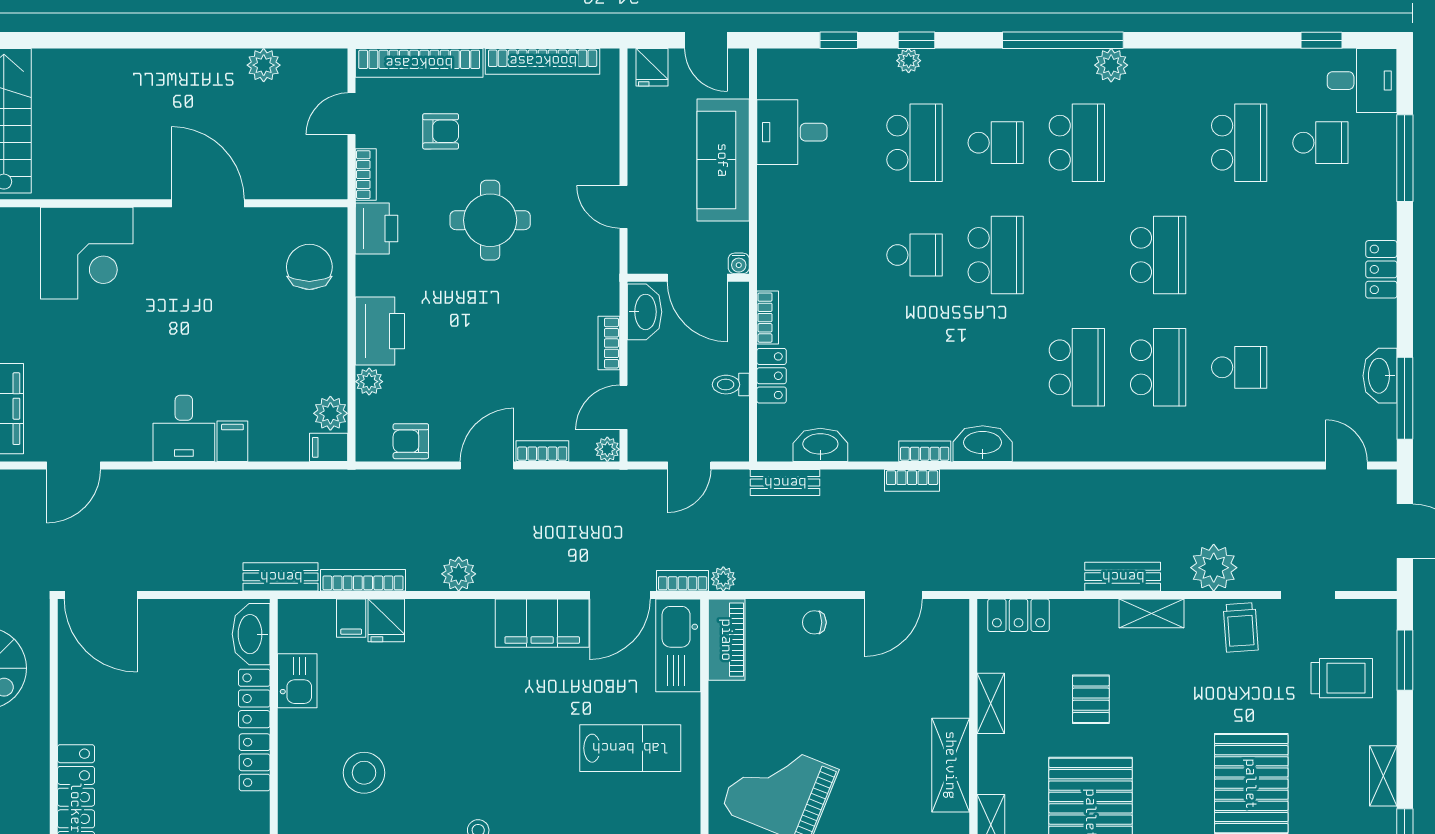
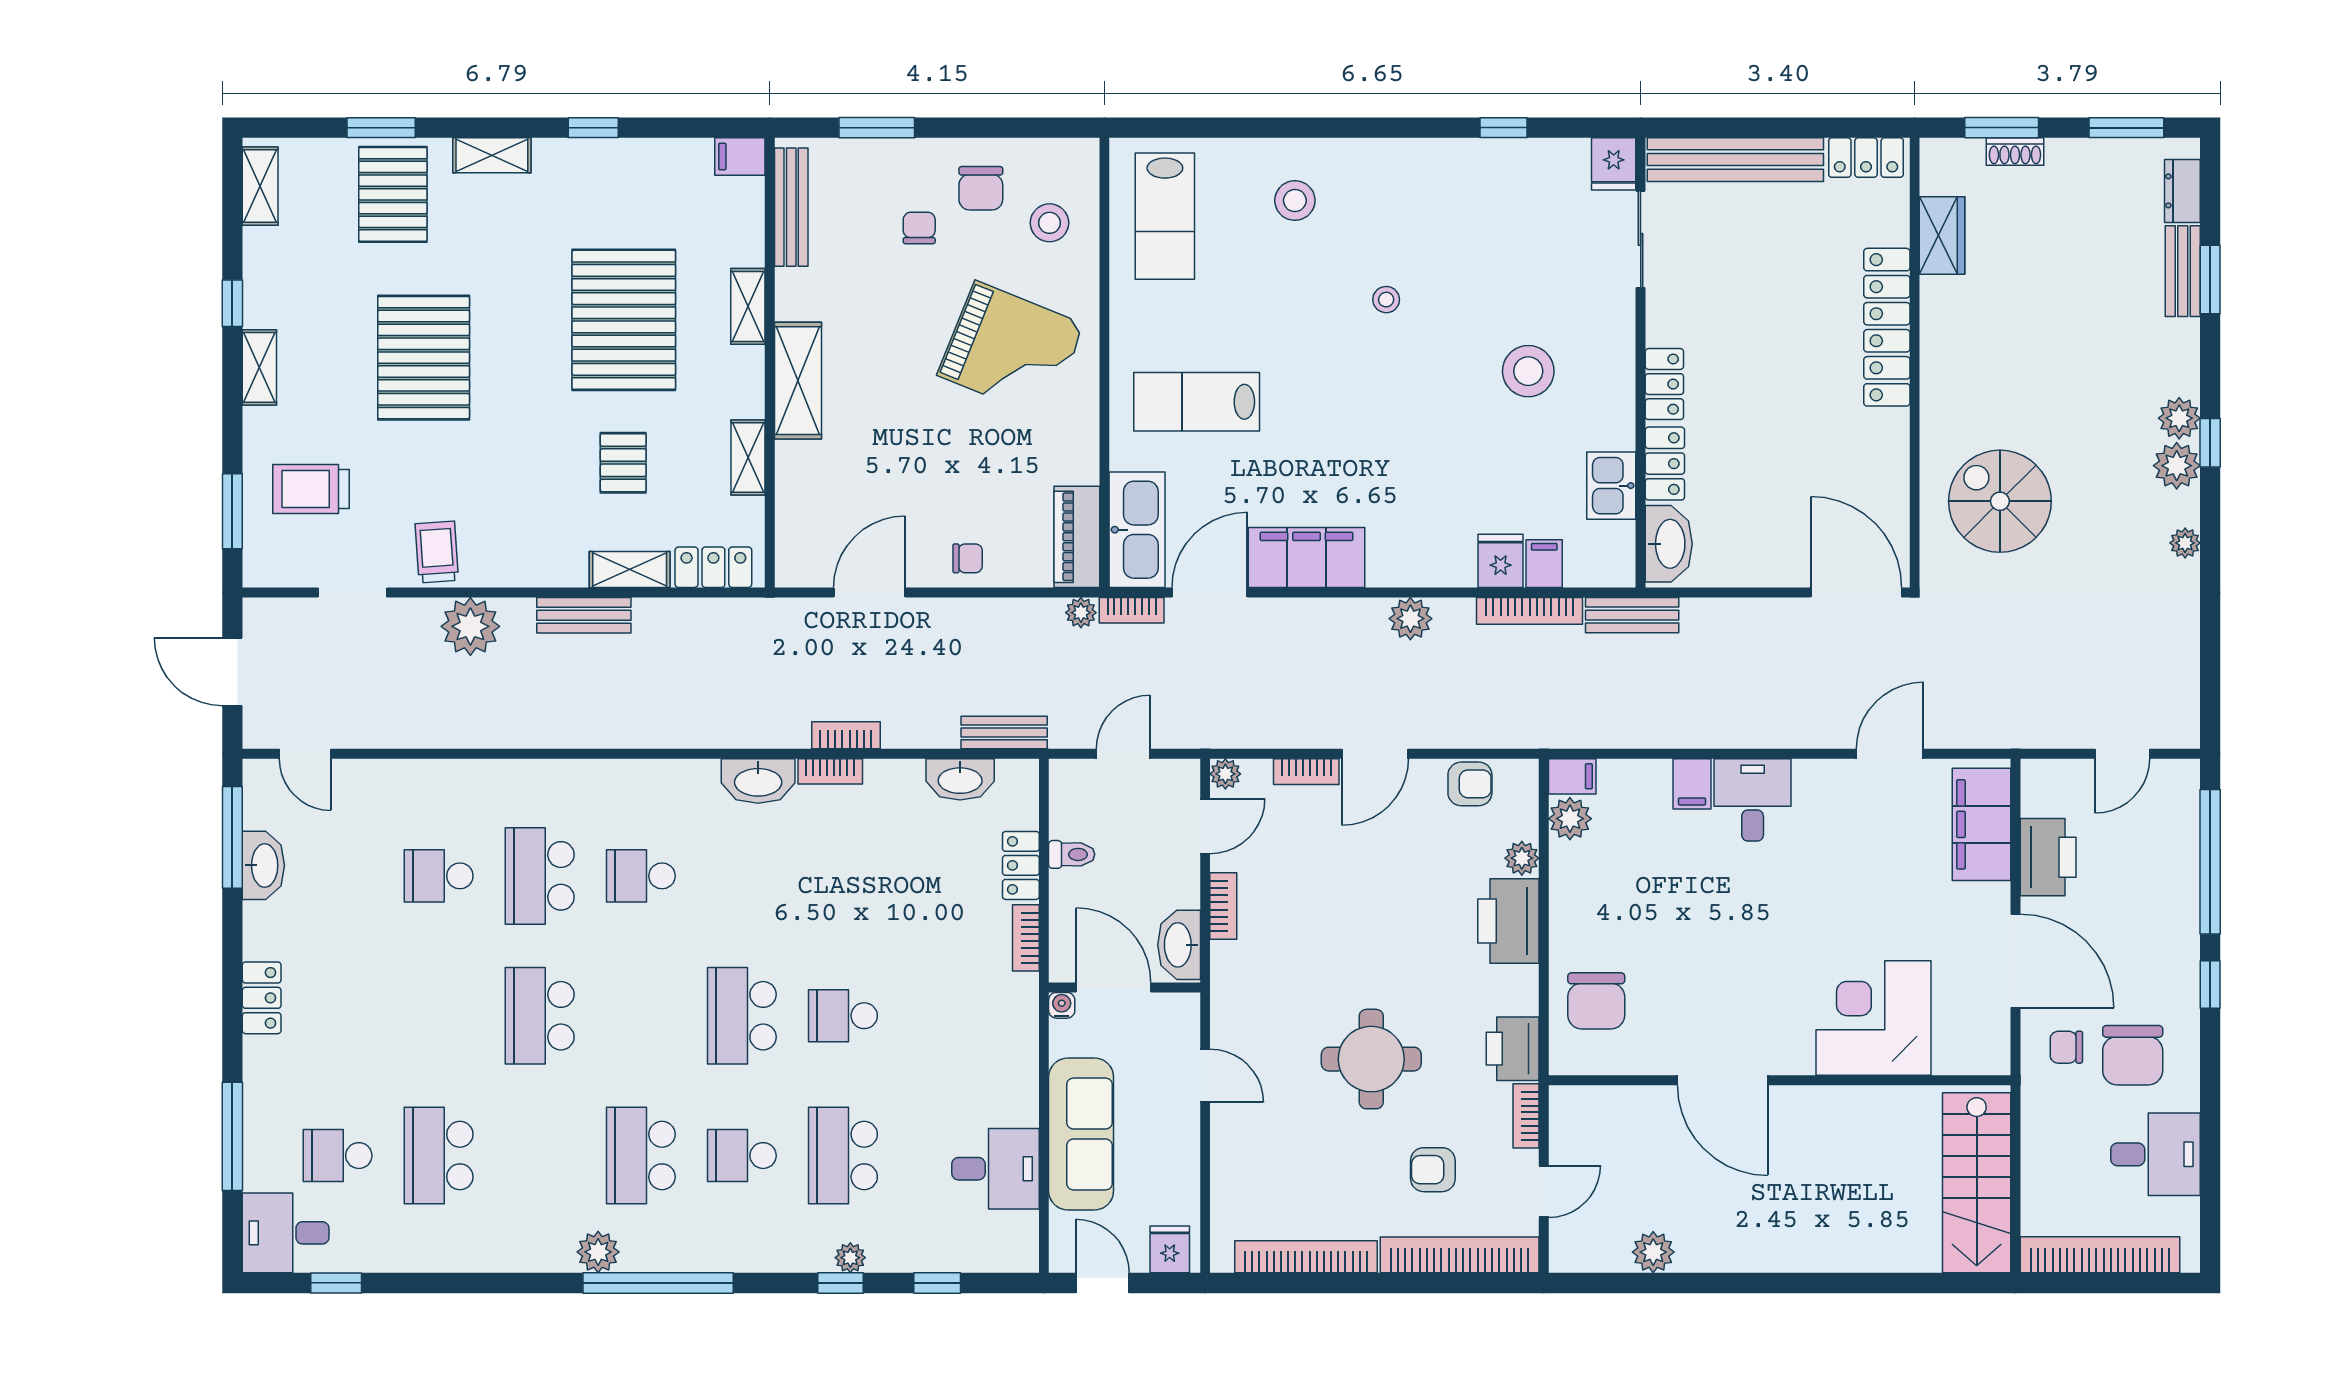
school desk: (1077, 367) -> (641, 876), width x0.54
shelving: (1151, 613) -> (630, 570), moved

